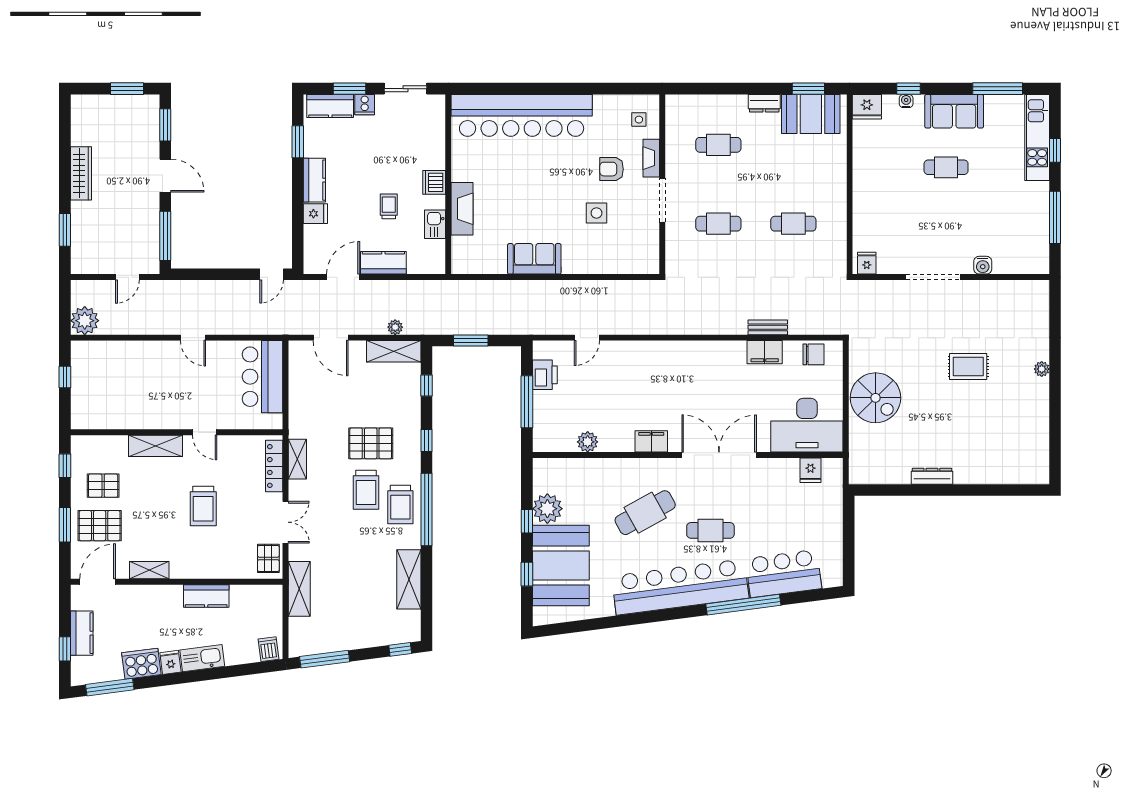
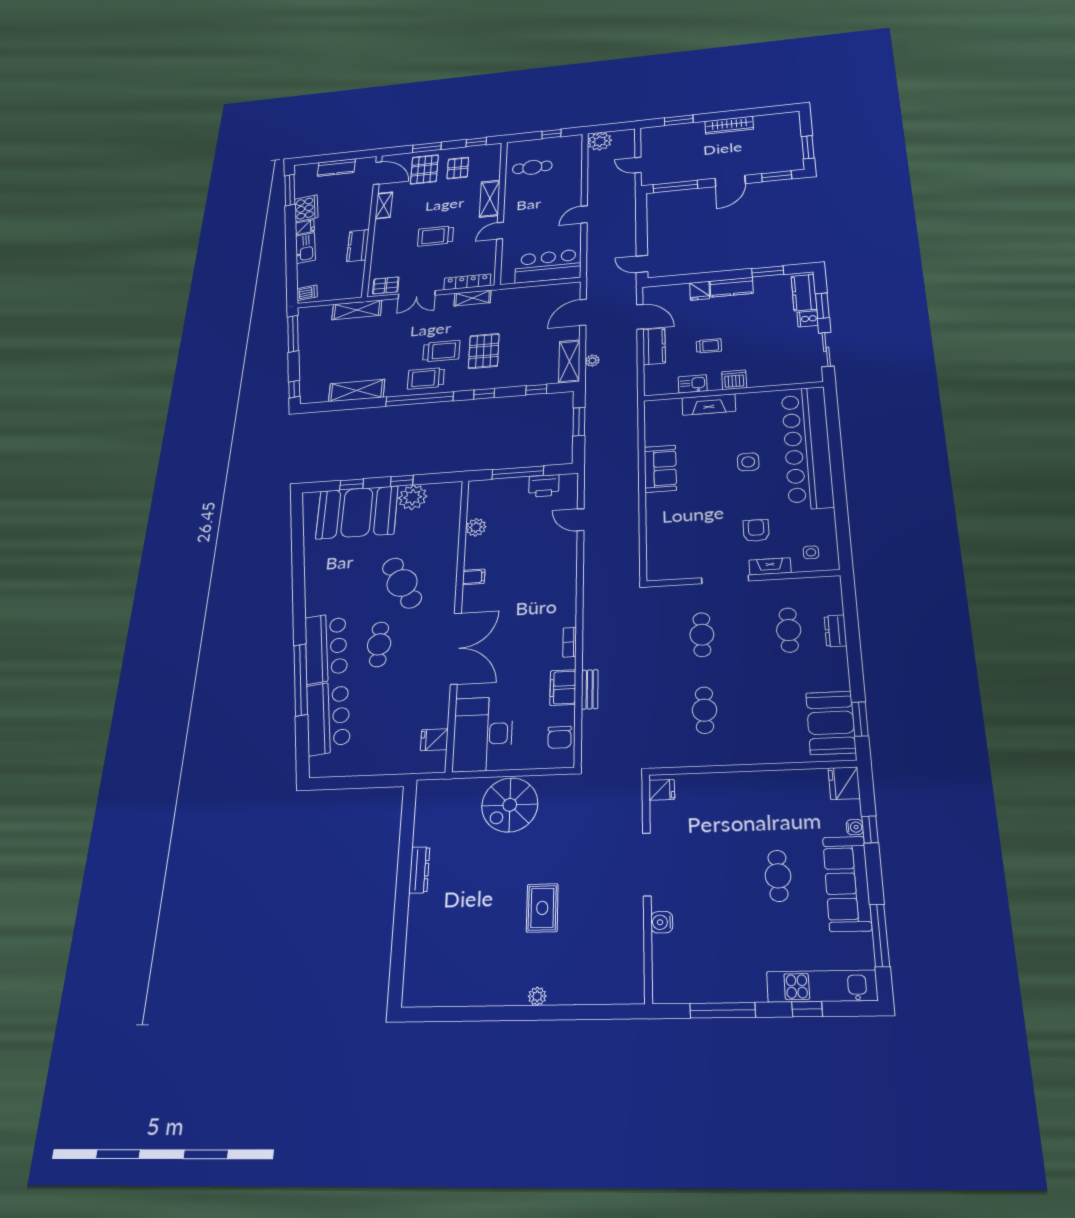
dresser: (764, 103) -> (835, 631), moved
sofa: (954, 111) -> (847, 883), width x1.36
side table: (596, 213) -> (748, 462), moved
bookcase: (719, 347) -> (570, 642), added
cafe table: (114, 398) -> (532, 167), added
filing cabinet: (651, 441) -> (474, 577), width x0.50
trolley: (366, 490) -> (441, 351), turned 180
bar counter: (680, 587) -> (326, 648), width x0.54
window: (65, 649) -> (325, 158), removed

